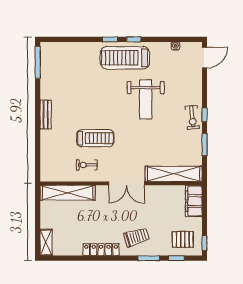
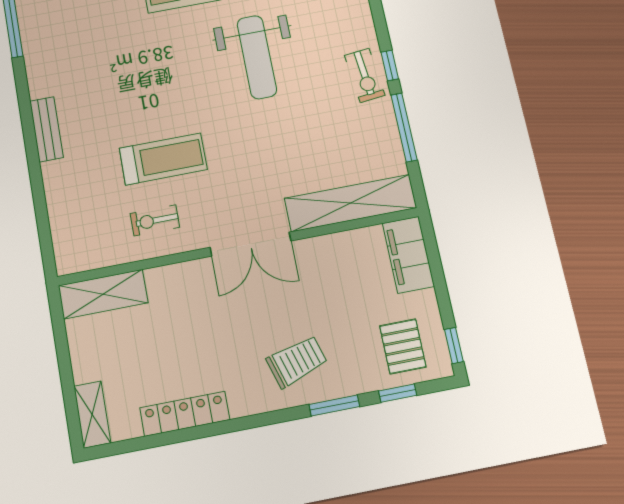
window: (204, 145) -> (404, 127), width x1.44
shelving: (68, 193) -> (103, 294), width x0.68
pallet: (183, 239) -> (403, 346), turned 90
locker: (101, 250) -> (185, 414), moved

